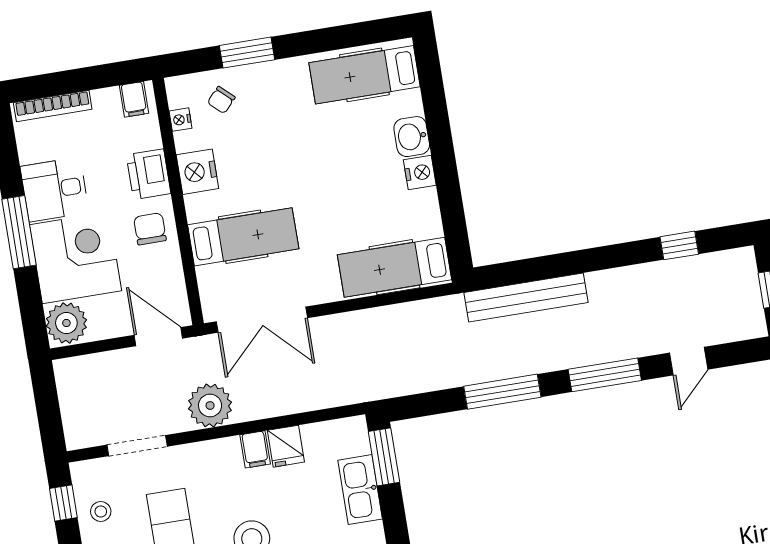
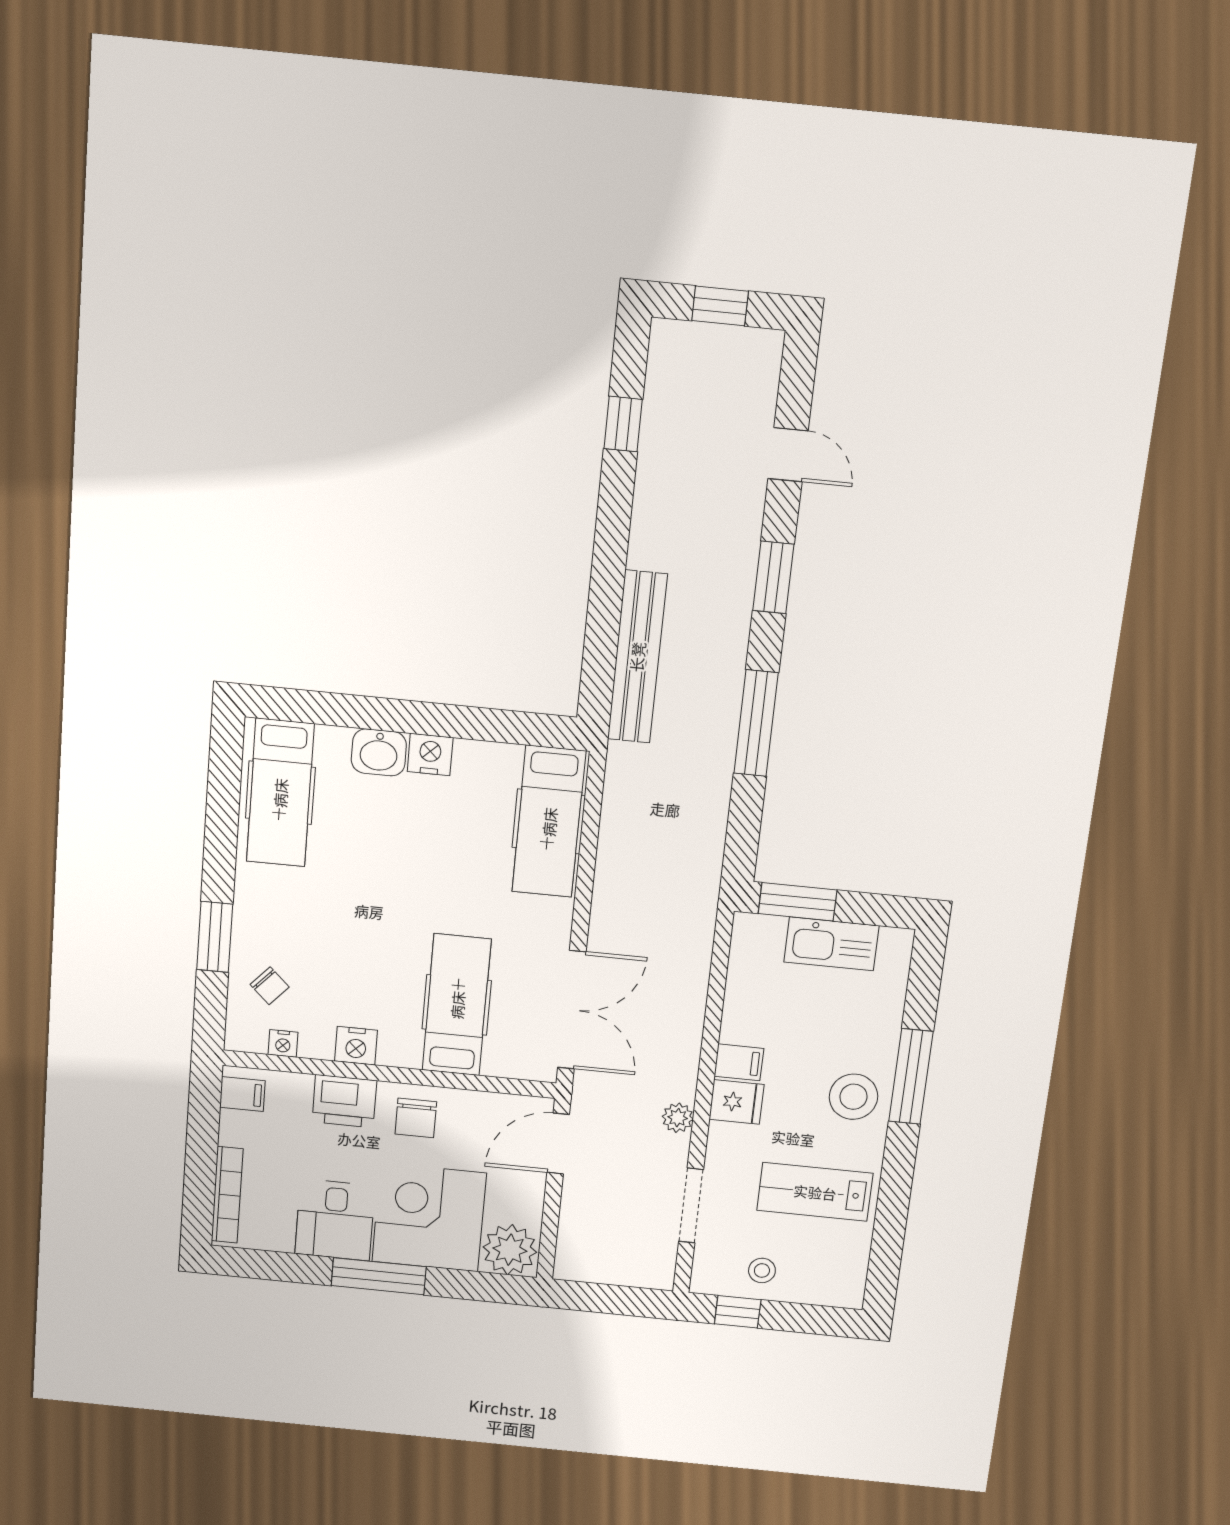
nightstand: (197, 172) -> (356, 1046), width x0.74, depth x0.75
chair: (150, 229) -> (416, 1118), turned -90
window: (605, 375) -> (773, 577), width x0.69
plant: (210, 406) -> (678, 1118), width x0.53, depth x0.53
fridge: (286, 446) -> (737, 1102), moved

